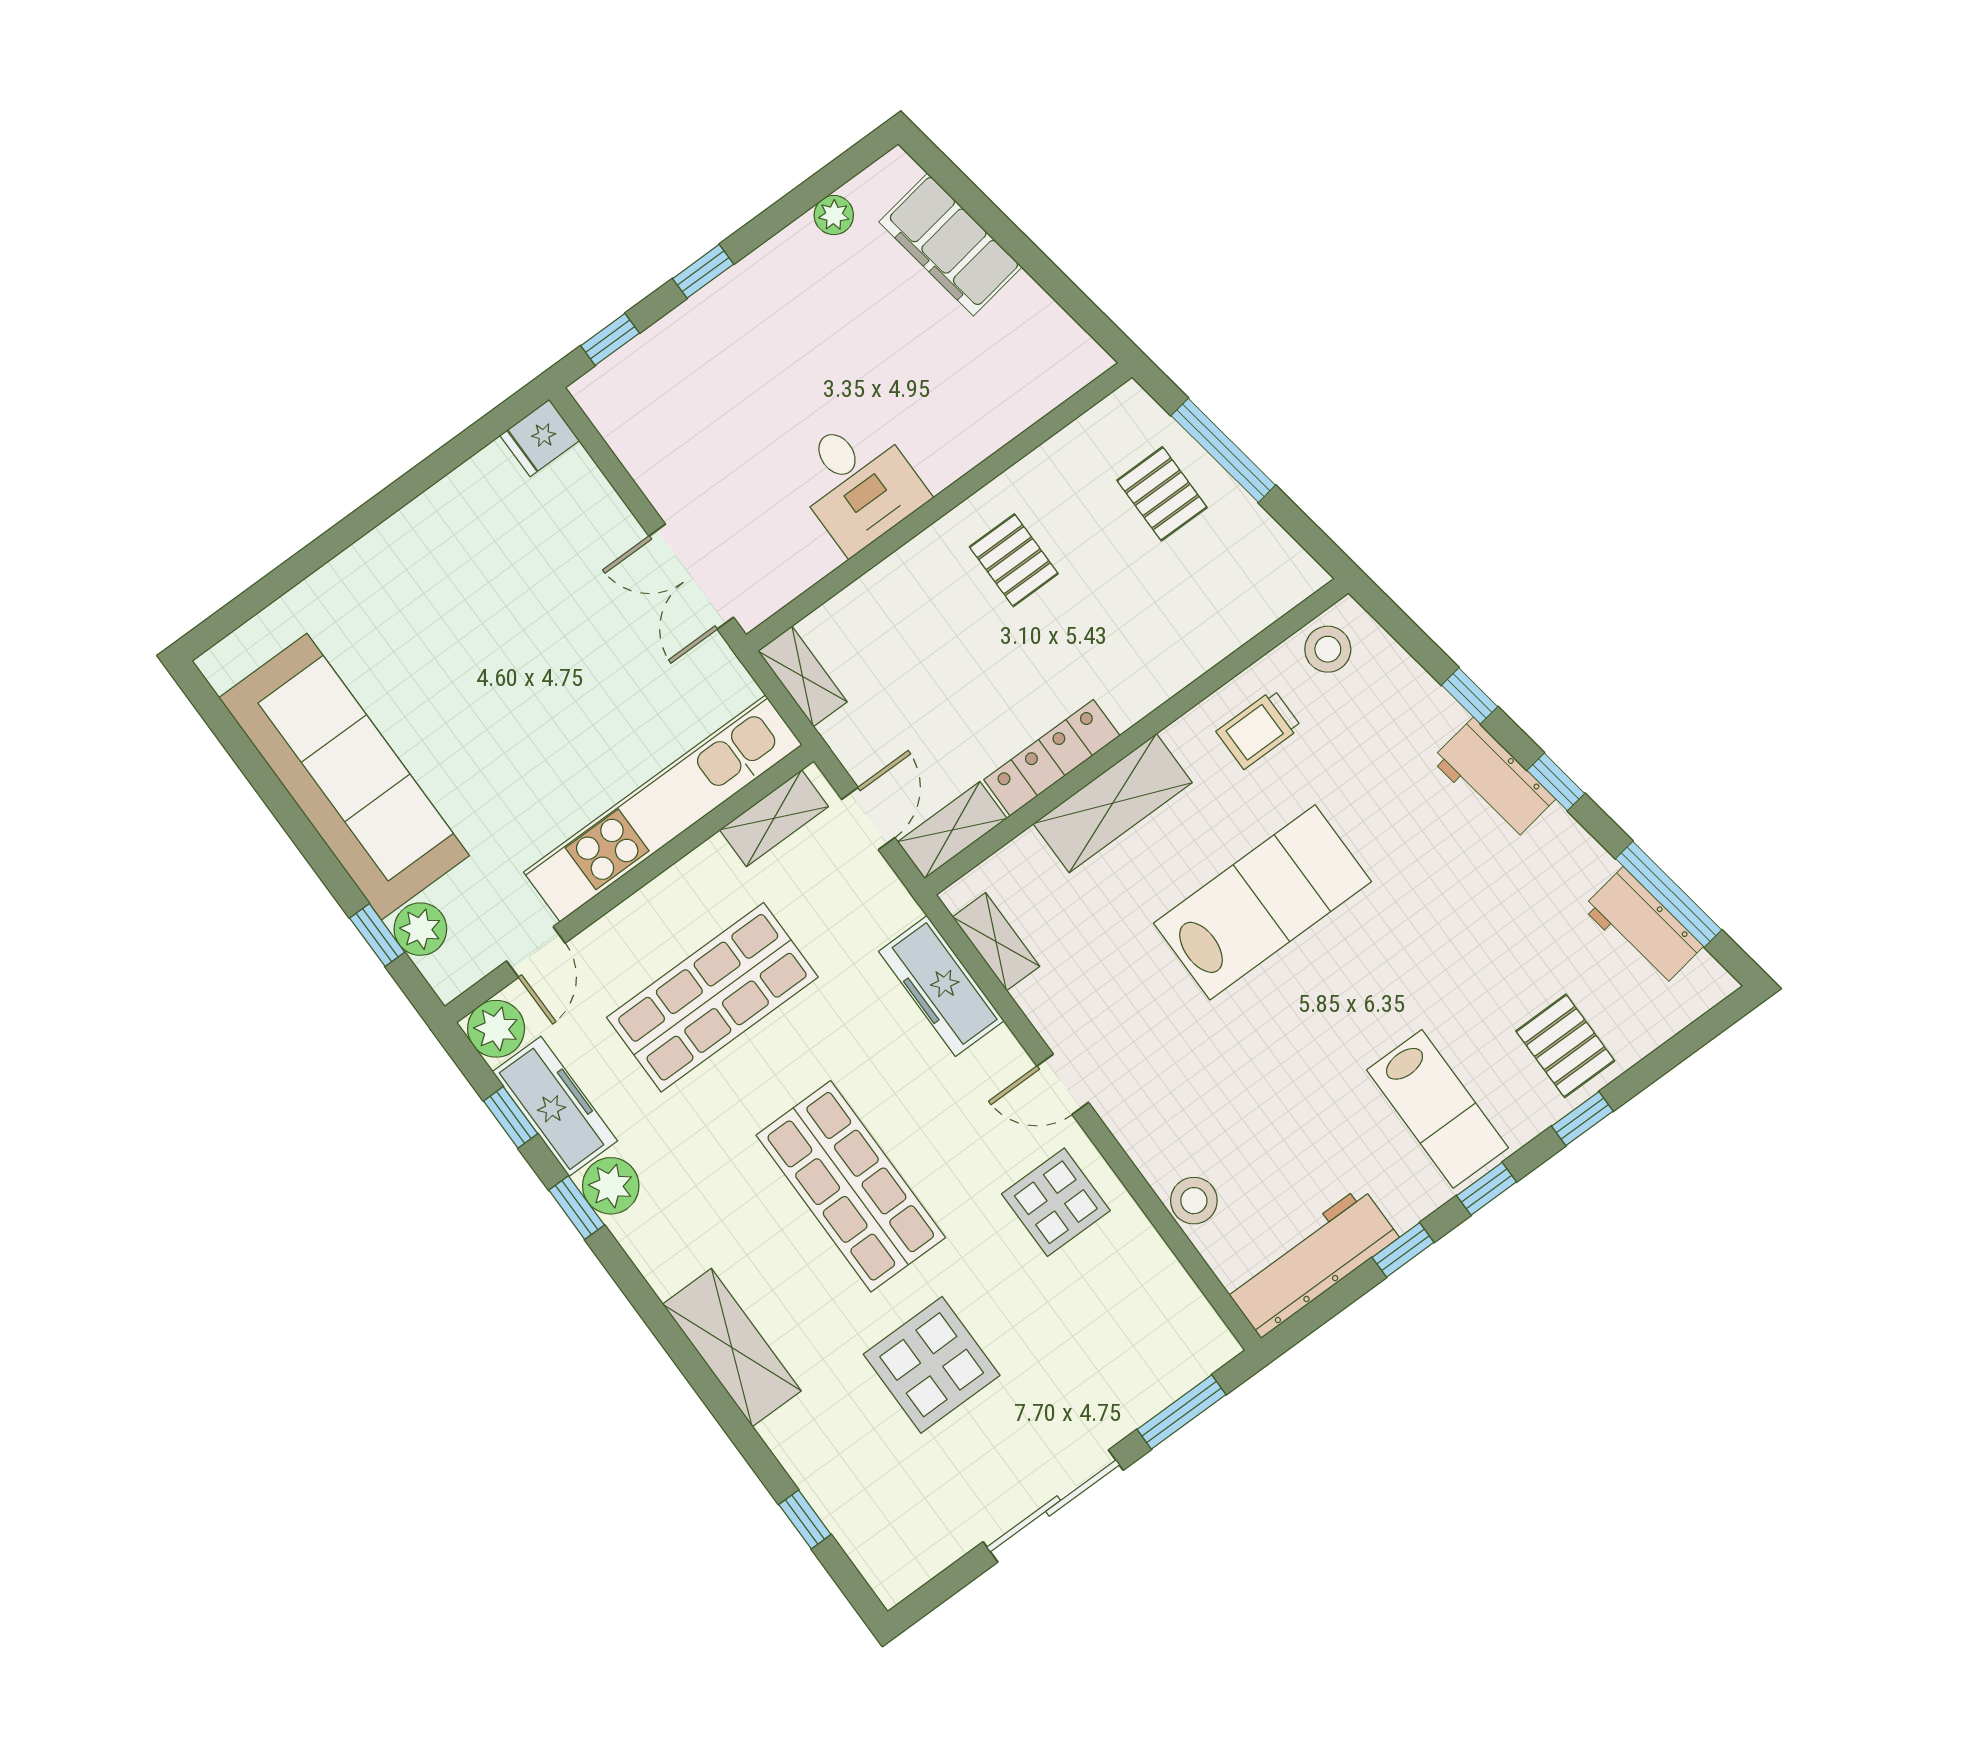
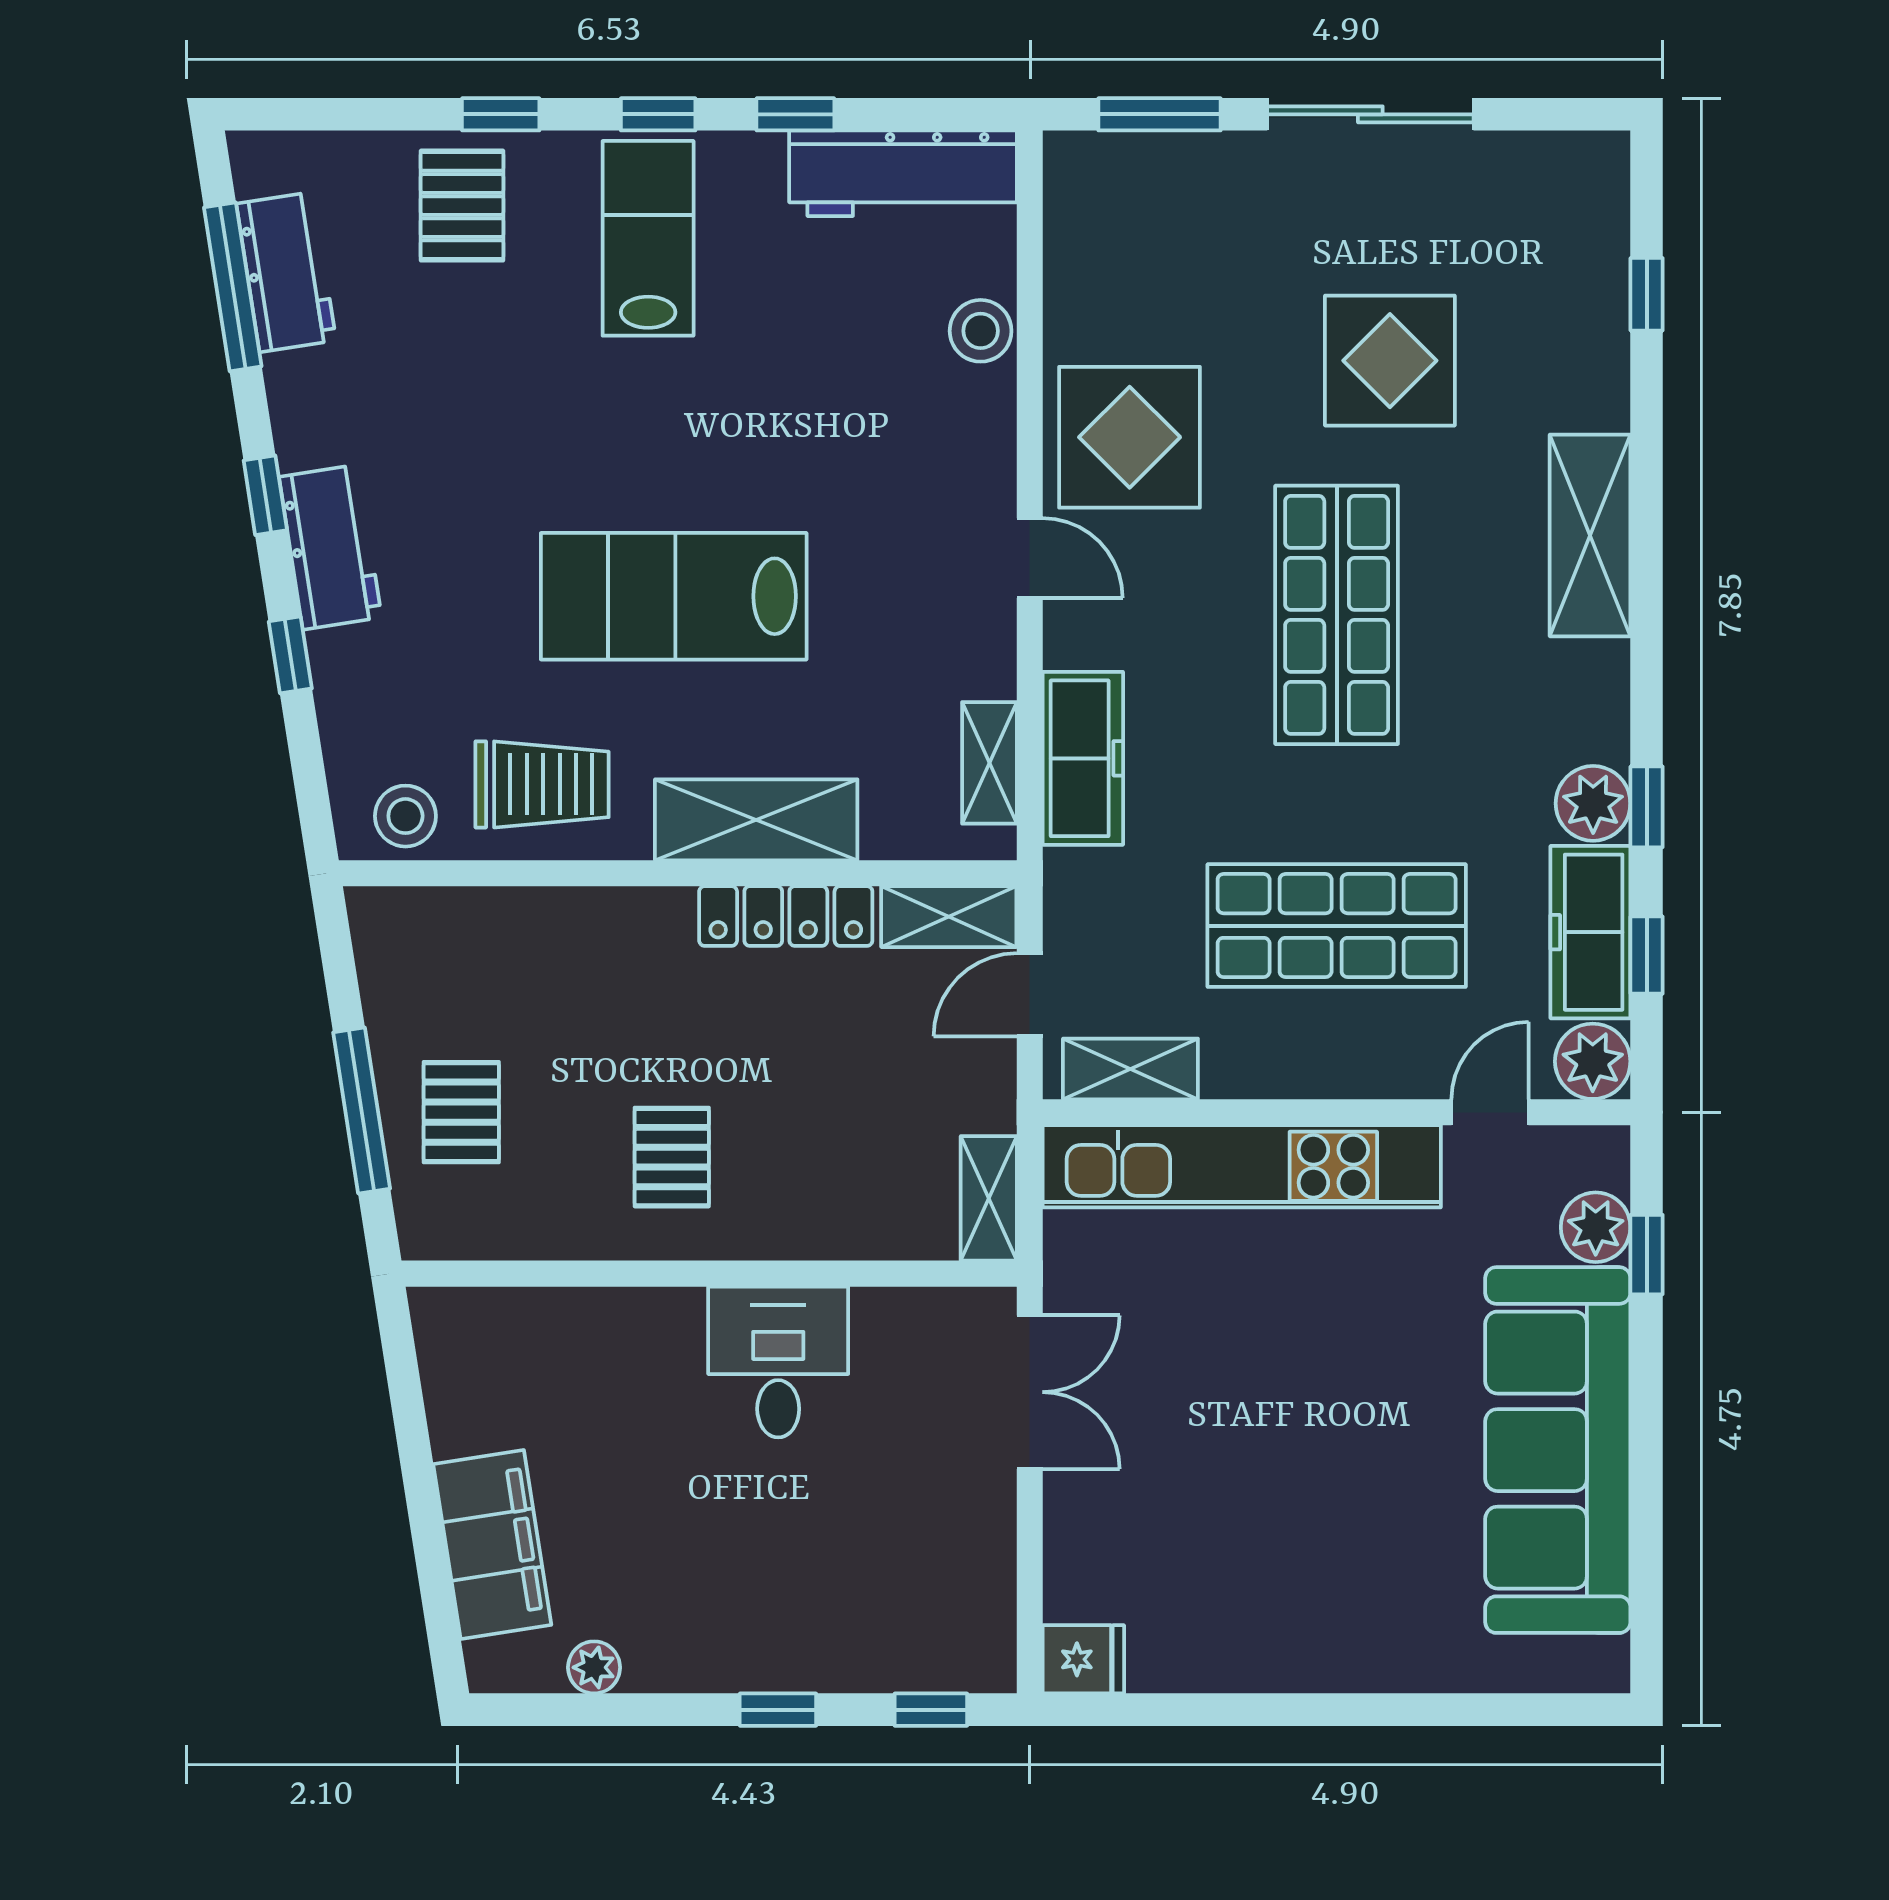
trolley: (1259, 729) -> (542, 784), width x1.36, depth x1.39
display table: (1056, 1202) -> (1130, 437), width x1.36, depth x1.36

